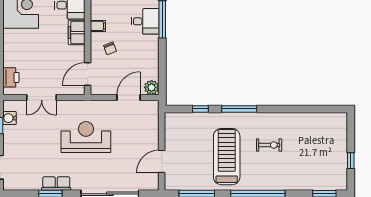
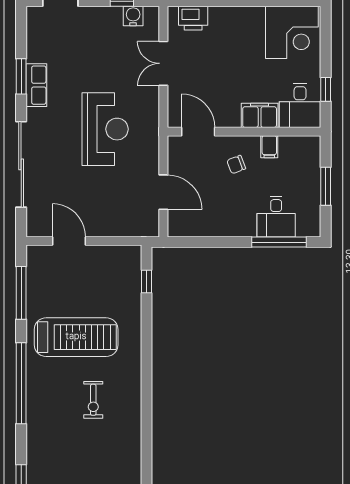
plant: (152, 87) -> (178, 226), removed
window: (200, 109) -> (147, 281), moved
window: (239, 109) -> (147, 356), removed

